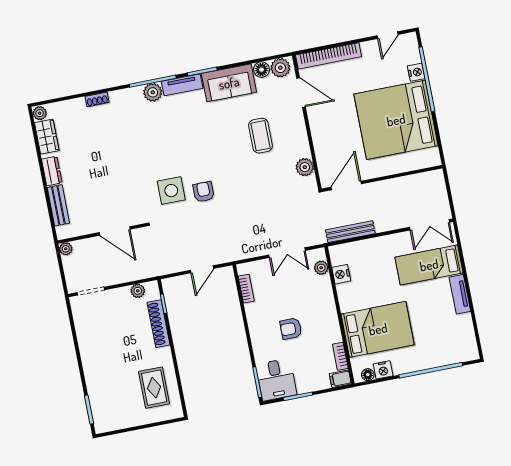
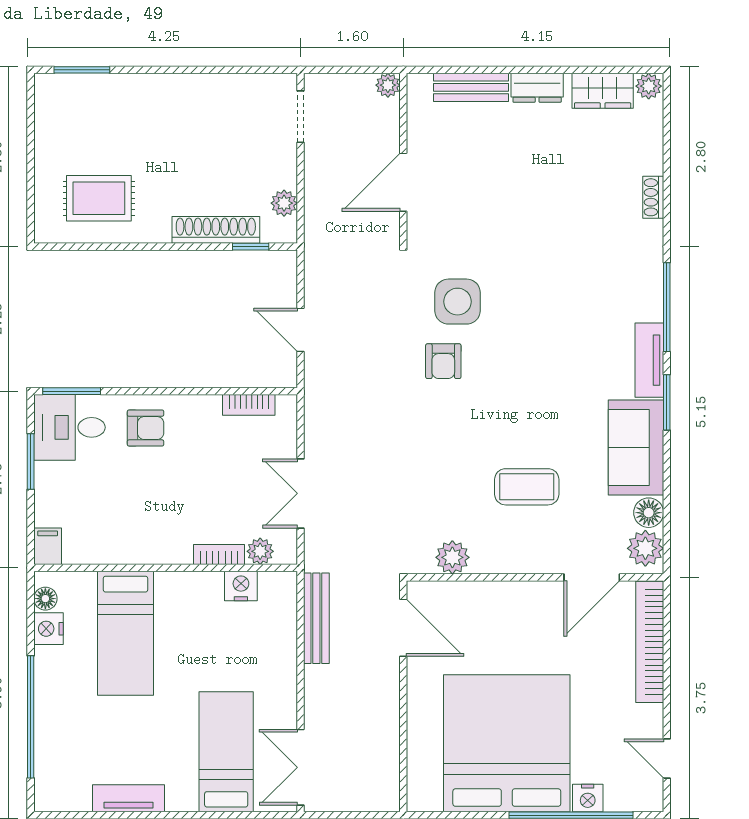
plant: (153, 92) -> (646, 303), removed
armchair: (204, 192) -> (443, 361), turned 90
tv unit: (460, 294) -> (128, 798), moved
armchair: (291, 329) -> (146, 428), moved, turned 90
bed: (378, 329) -> (125, 633), width x0.67
bookcase: (340, 356) -> (219, 554), moved

